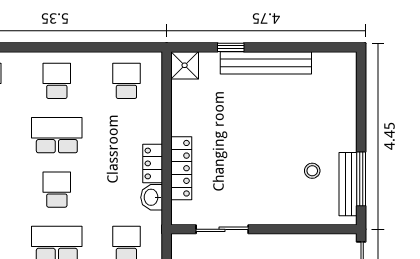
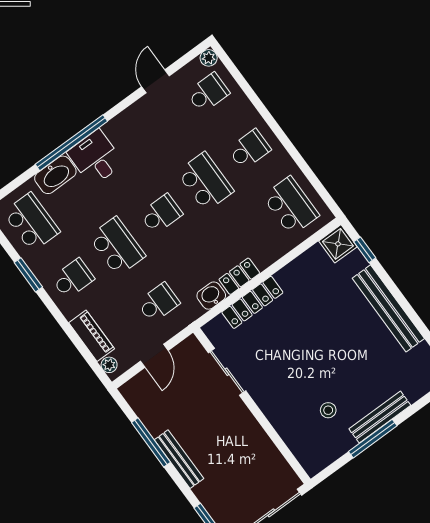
window: (231, 47) -> (365, 250), moved
school desk: (126, 81) -> (291, 206), width x1.85
window: (361, 179) -> (373, 439), moved
bench: (348, 184) -> (380, 417), moved

